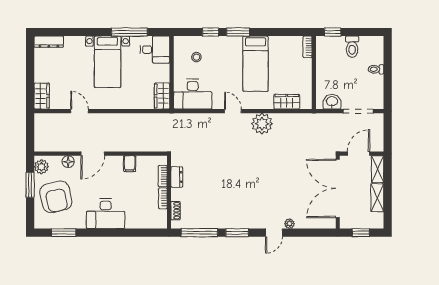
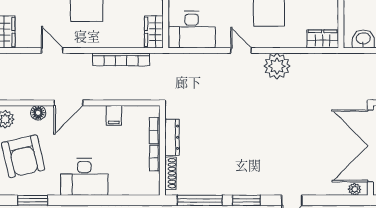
wardrobe: (287, 102) -> (323, 39), moved
bookcase: (135, 118) -> (121, 59), added
dresser: (177, 177) -> (172, 137), width x1.44
shoe rack: (176, 211) -> (170, 173), width x1.43
plant: (290, 224) -> (355, 189), moved

